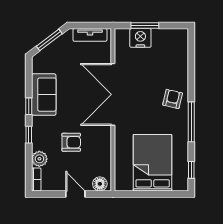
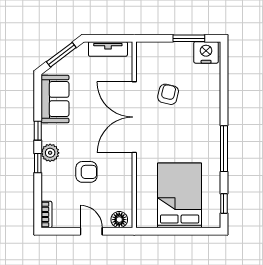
window: (145, 25) -> (189, 38), moved
nightstand: (140, 38) -> (206, 52), moved
sofa: (44, 95) -> (55, 99), moved
armchair: (173, 99) -> (168, 94), moved
plant: (39, 159) -> (50, 153), moved

